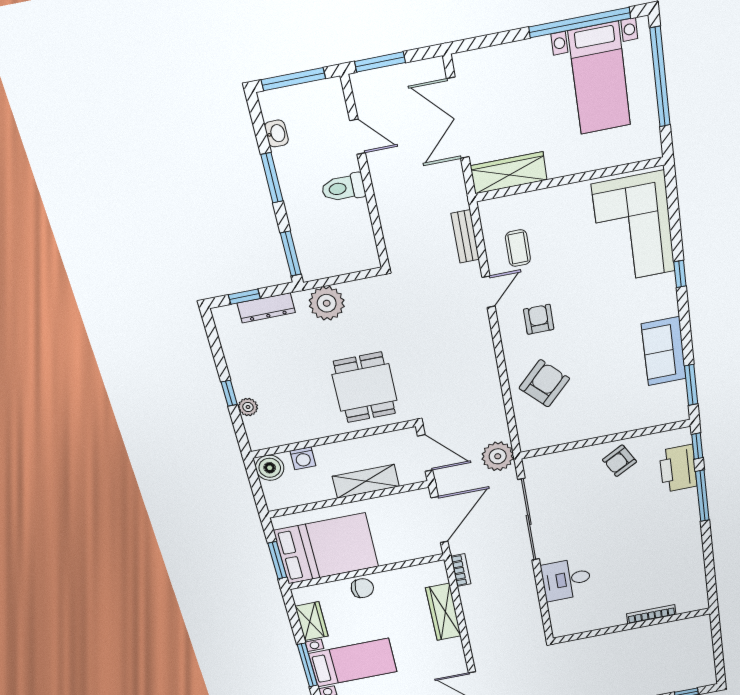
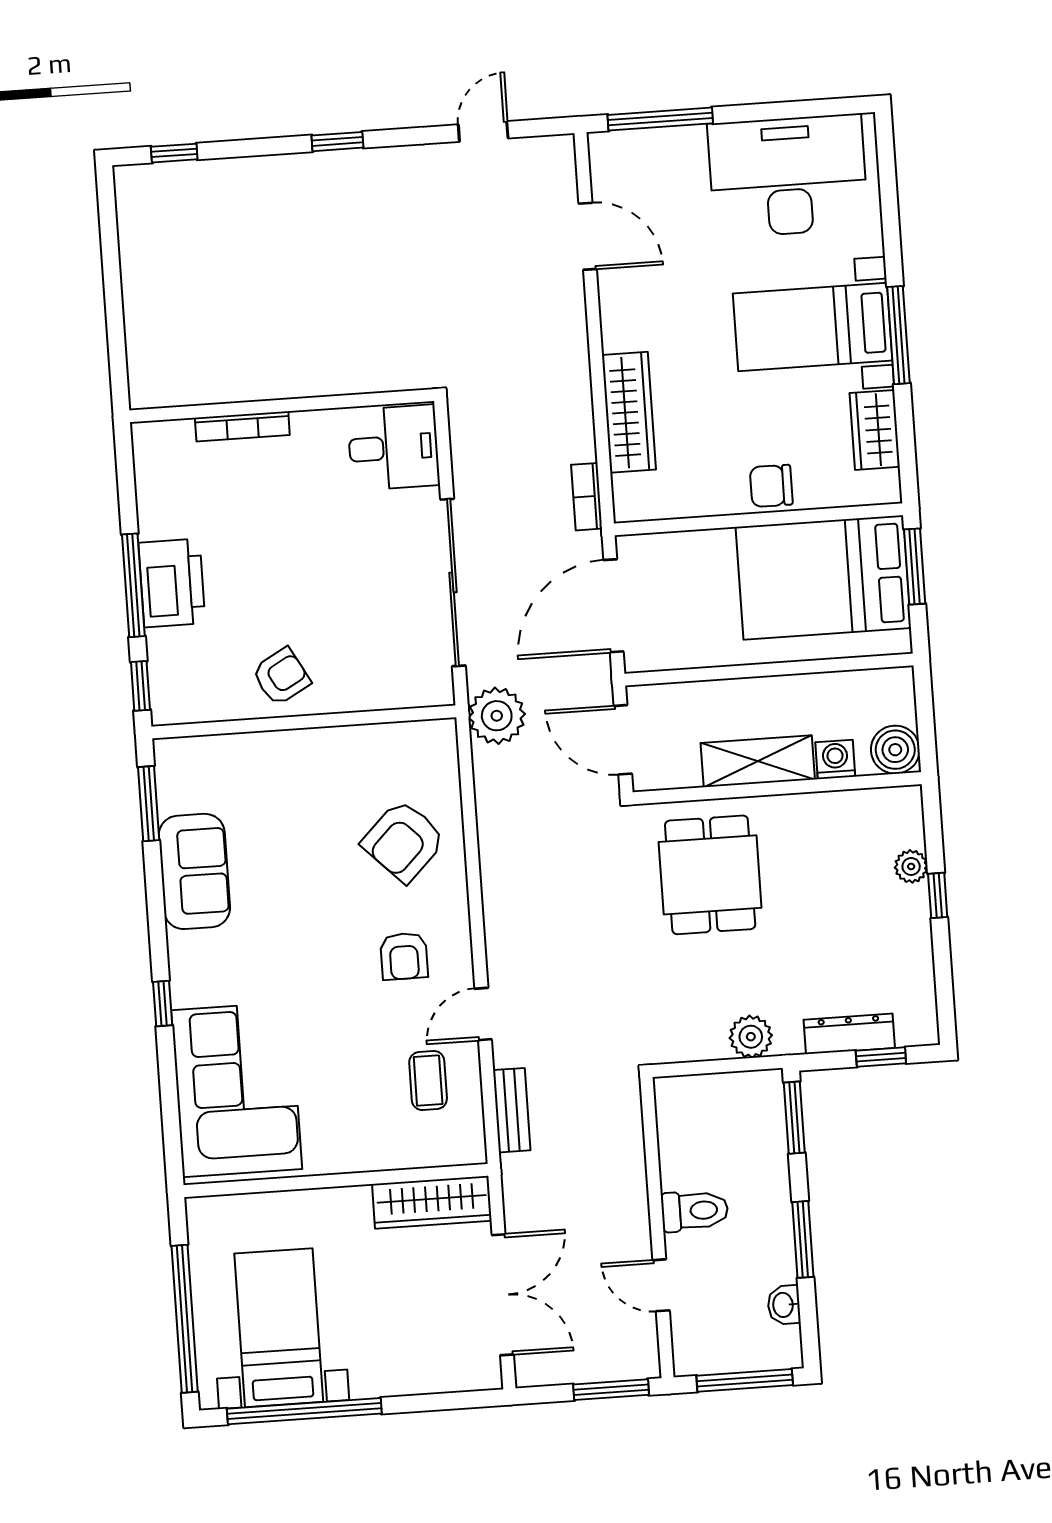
plant: (327, 303) -> (751, 1037), width x0.73, depth x0.73
printer: (678, 468) -> (172, 583), moved
shelving: (366, 481) -> (758, 761), moved
bookcase: (651, 614) -> (242, 426), moved
wall: (631, 626) -> (282, 406), moved

